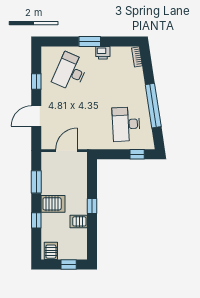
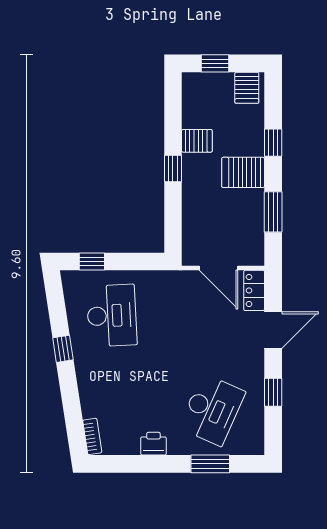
window: (90, 42) -> (210, 464), moved
window: (153, 106) -> (63, 349), width x0.32
locker: (47, 138) -> (254, 290), added
door: (67, 151) -> (219, 268), hinge flipped

